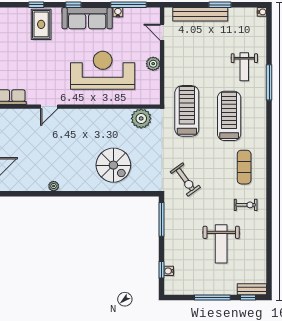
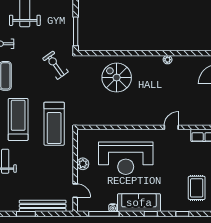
rug: (41, 24) -> (197, 188), moved
treadmill: (229, 116) -> (18, 119), turned 180
plant: (141, 118) -> (93, 117), removed

